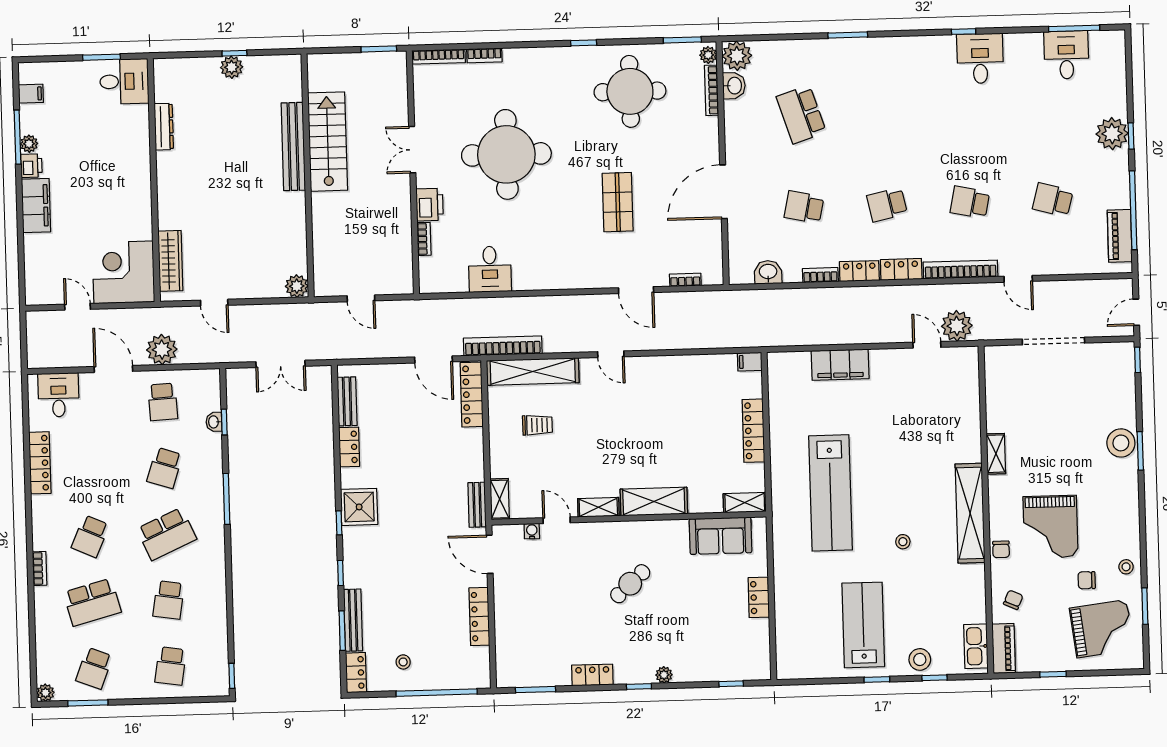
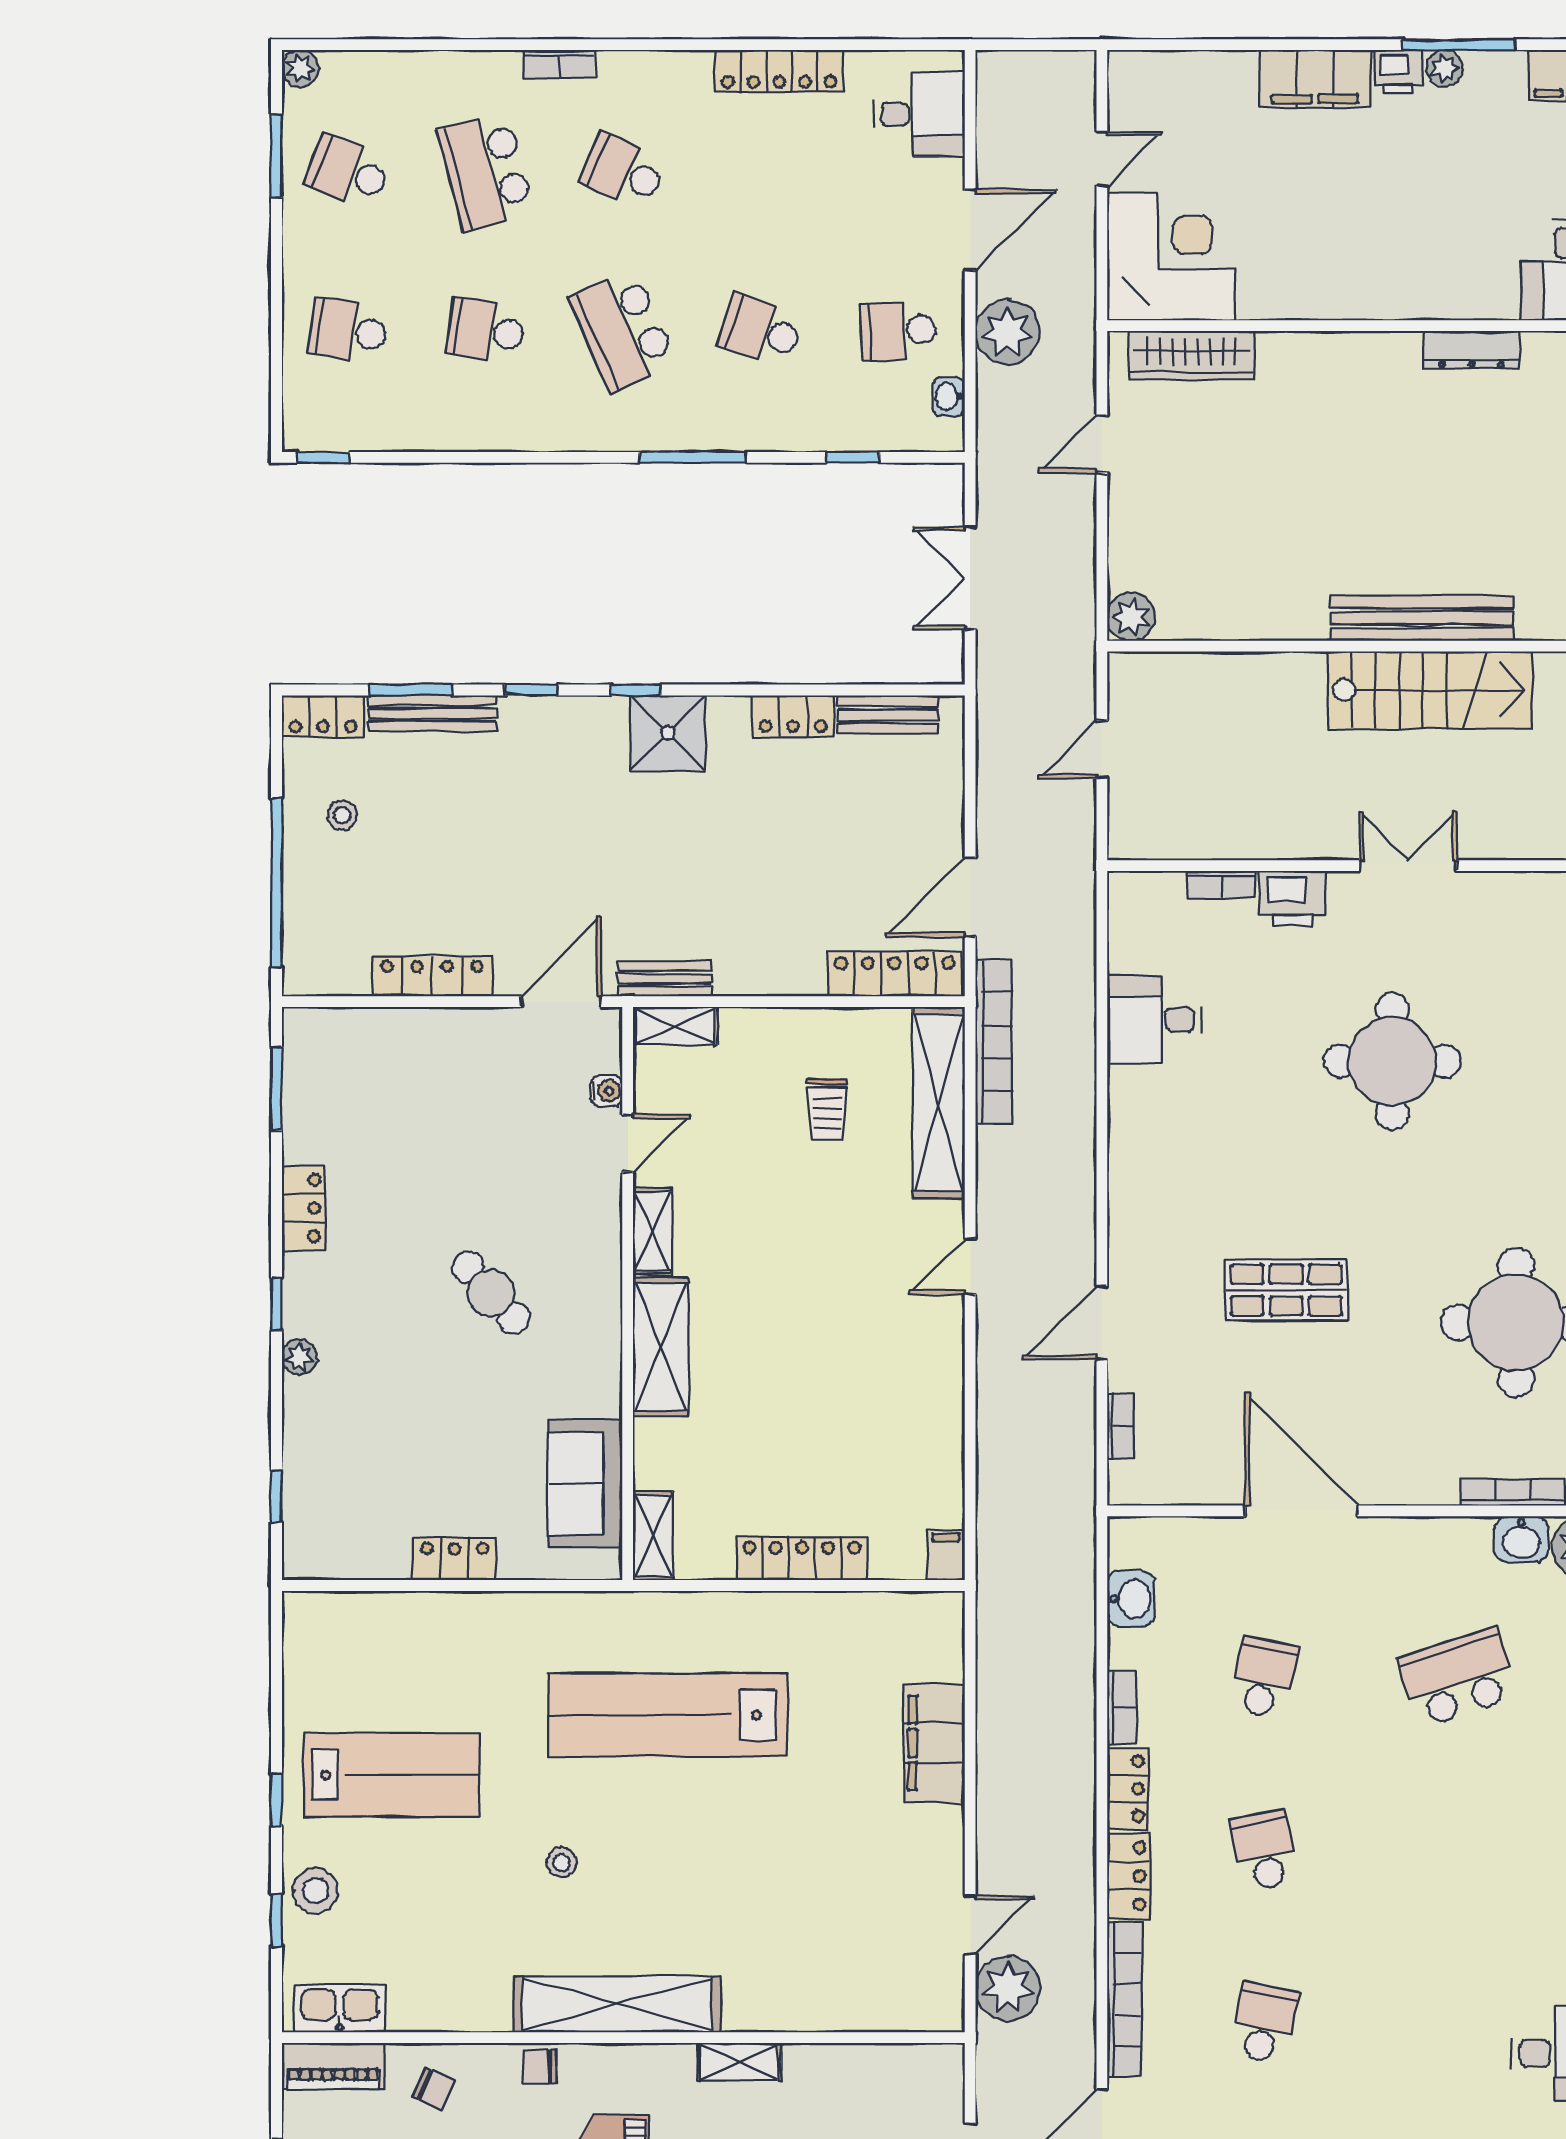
round table: (506, 154) -> (1392, 1061), width x0.73, depth x0.73
washbasin: (214, 422) -> (949, 397), moved, turned -90

